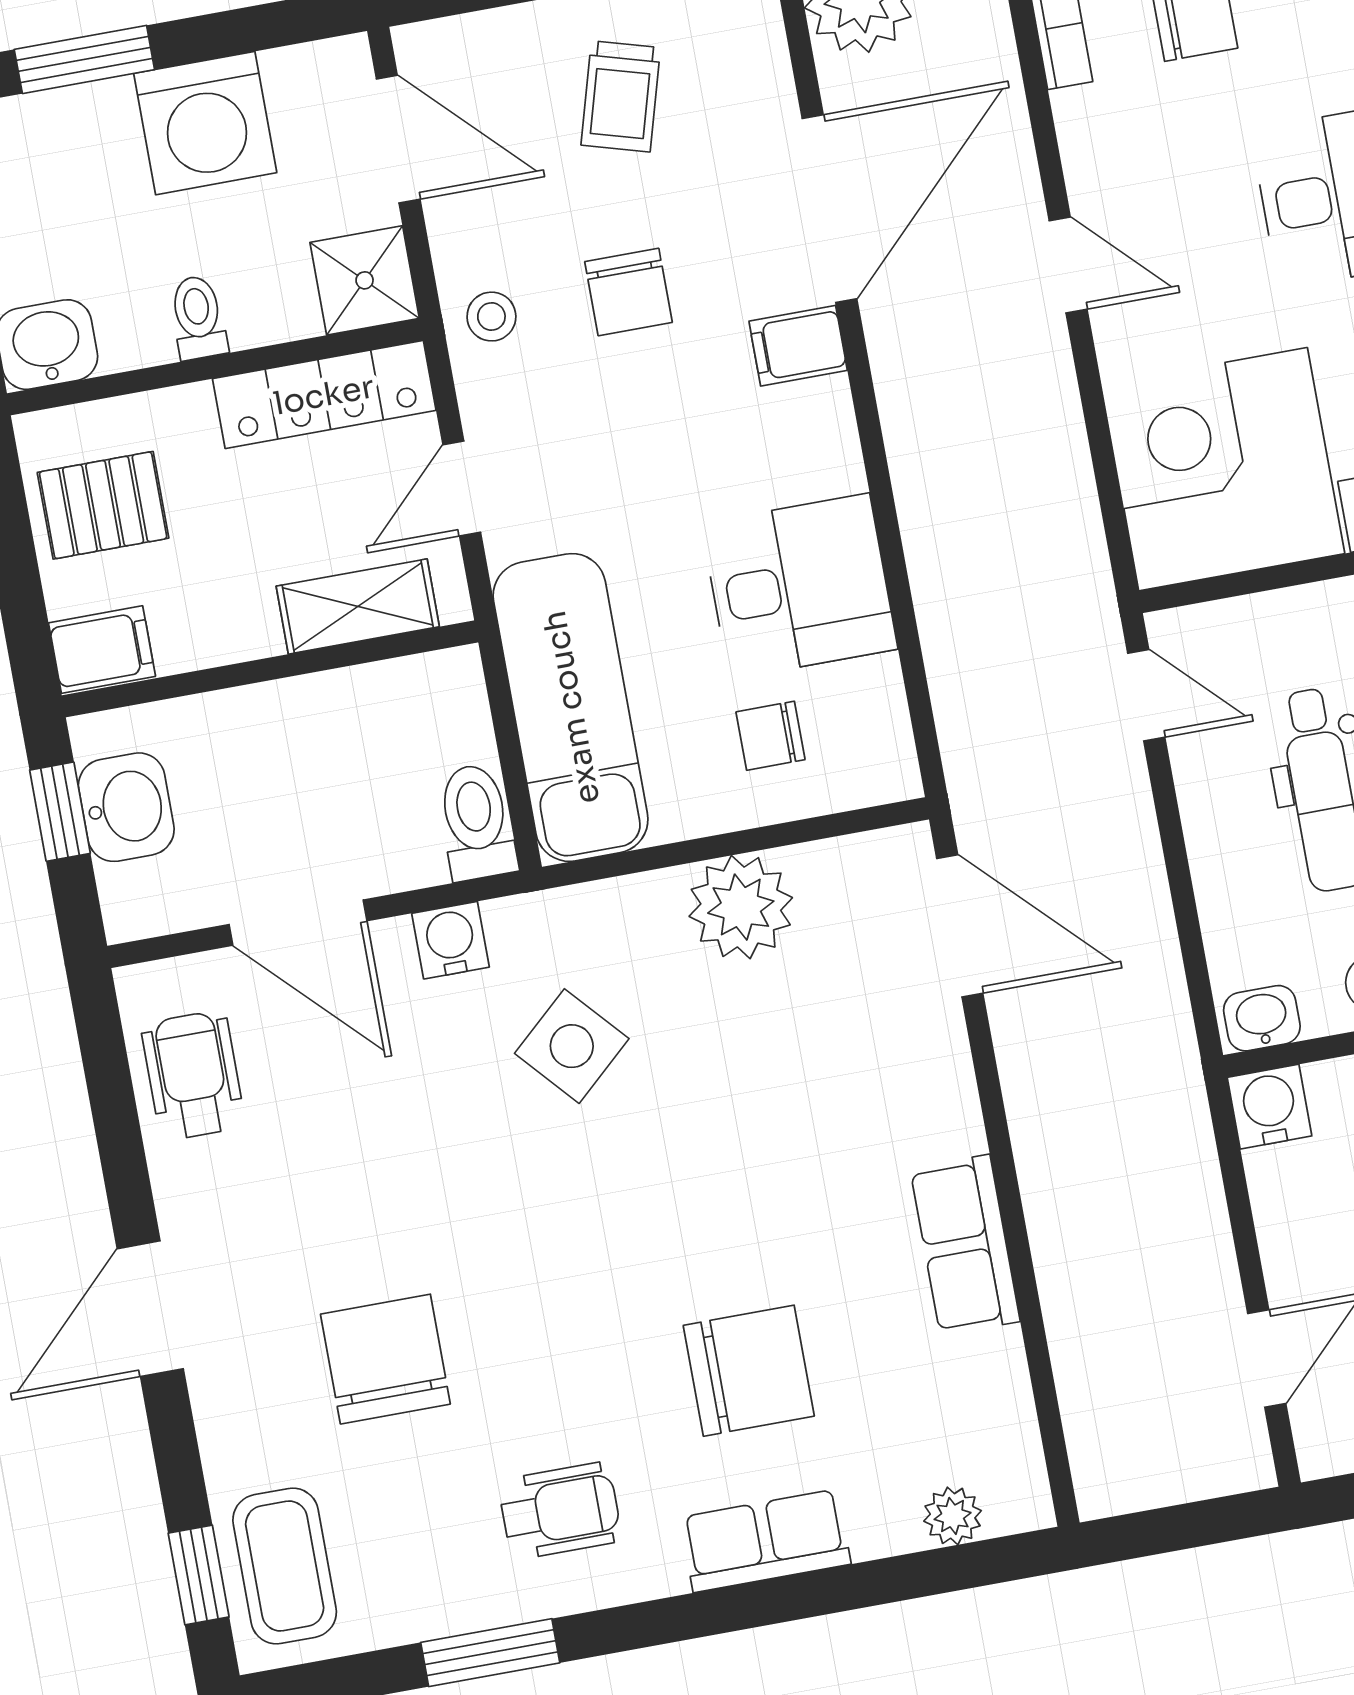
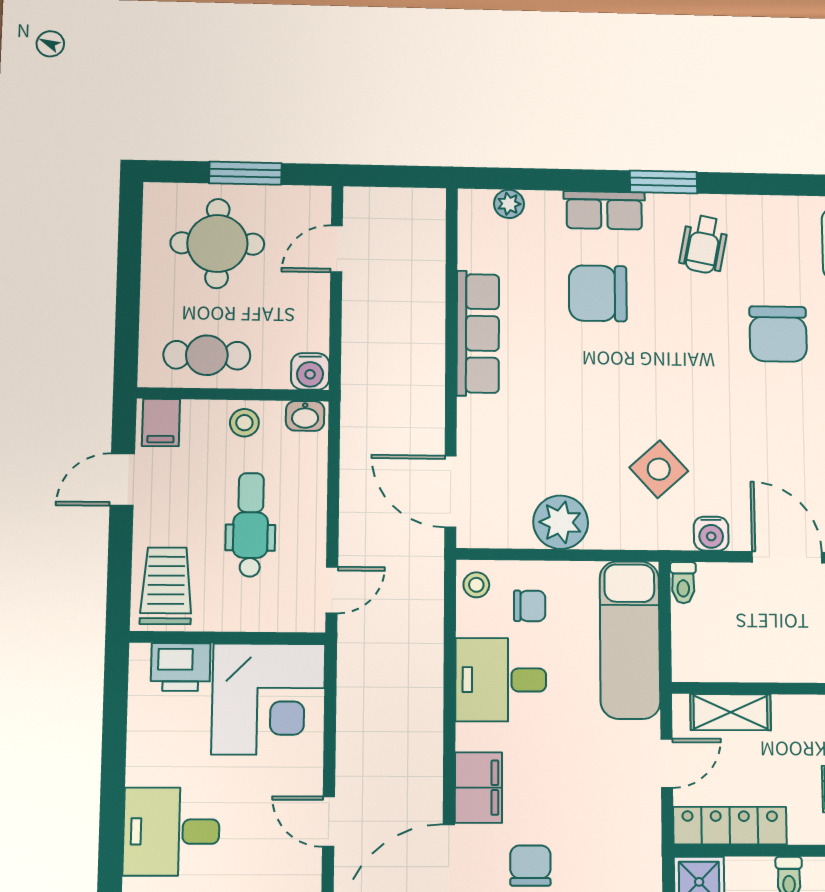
chair: (628, 292) -> (530, 866), moved
stool: (491, 317) -> (476, 585), moved
filing cabinet: (798, 346) -> (479, 788), width x2.00
door: (1146, 695) -> (332, 590), swing flipped
toilet: (476, 822) -> (683, 583), width x0.73, depth x0.72
row of seats: (965, 1245) -> (478, 333), width x1.48
wheelchair: (560, 1511) -> (704, 244), turned -79
window: (490, 1653) -> (663, 182), moved

